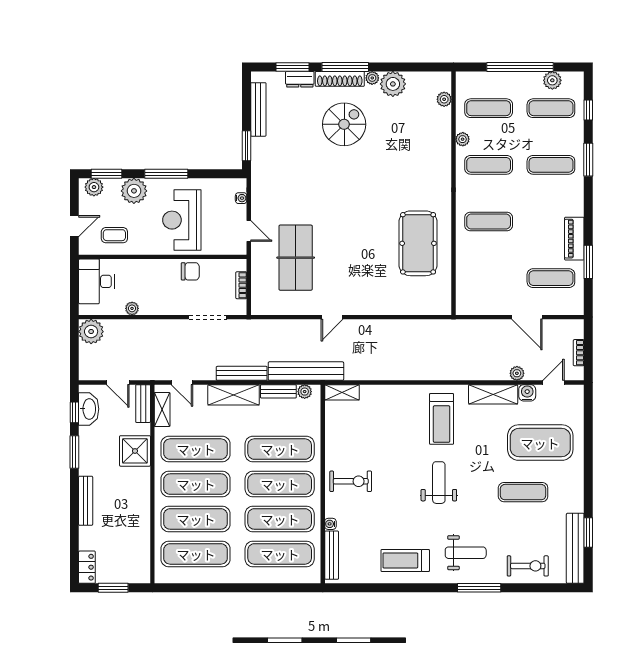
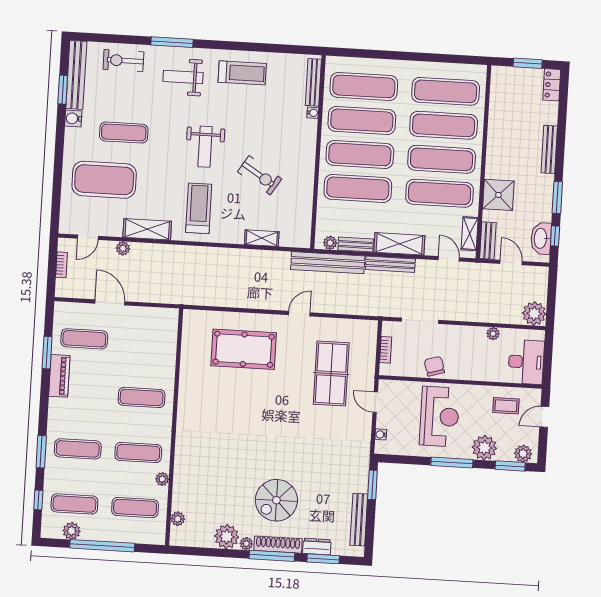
pool table: (418, 243) -> (244, 349), moved, turned 90
chair: (190, 271) -> (434, 366), turned 74
shelving: (342, 392) -> (262, 238), moved
water cooler: (527, 393) -> (73, 118), moved, turned 90
exercise bike: (351, 481) -> (260, 175), moved, turned -148

